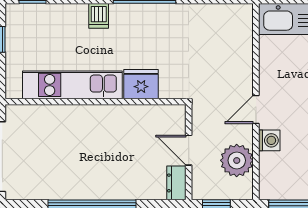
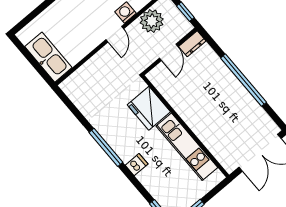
fridge: (141, 84) -> (149, 108), width x1.36, depth x1.34
door: (256, 110) -> (115, 34), hinge flipped

